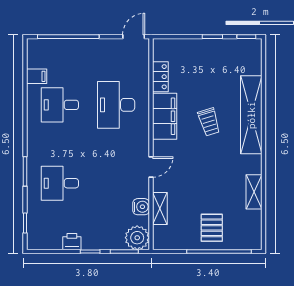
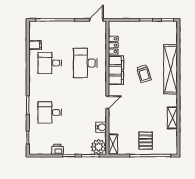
shelving: (160, 208) -> (113, 144), moved

